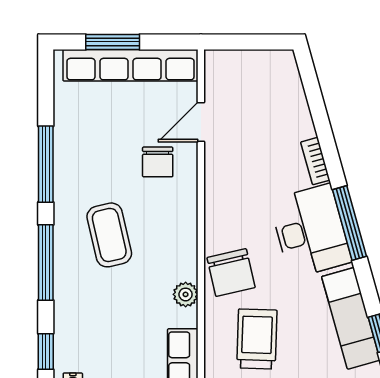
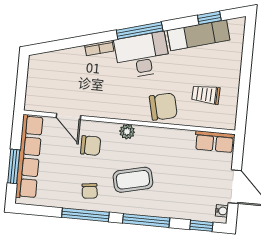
chair: (85, 167) -> (90, 191), added
plant: (186, 294) -> (127, 132), moved
trolley: (257, 339) -> (206, 95), width x0.73, depth x0.72

